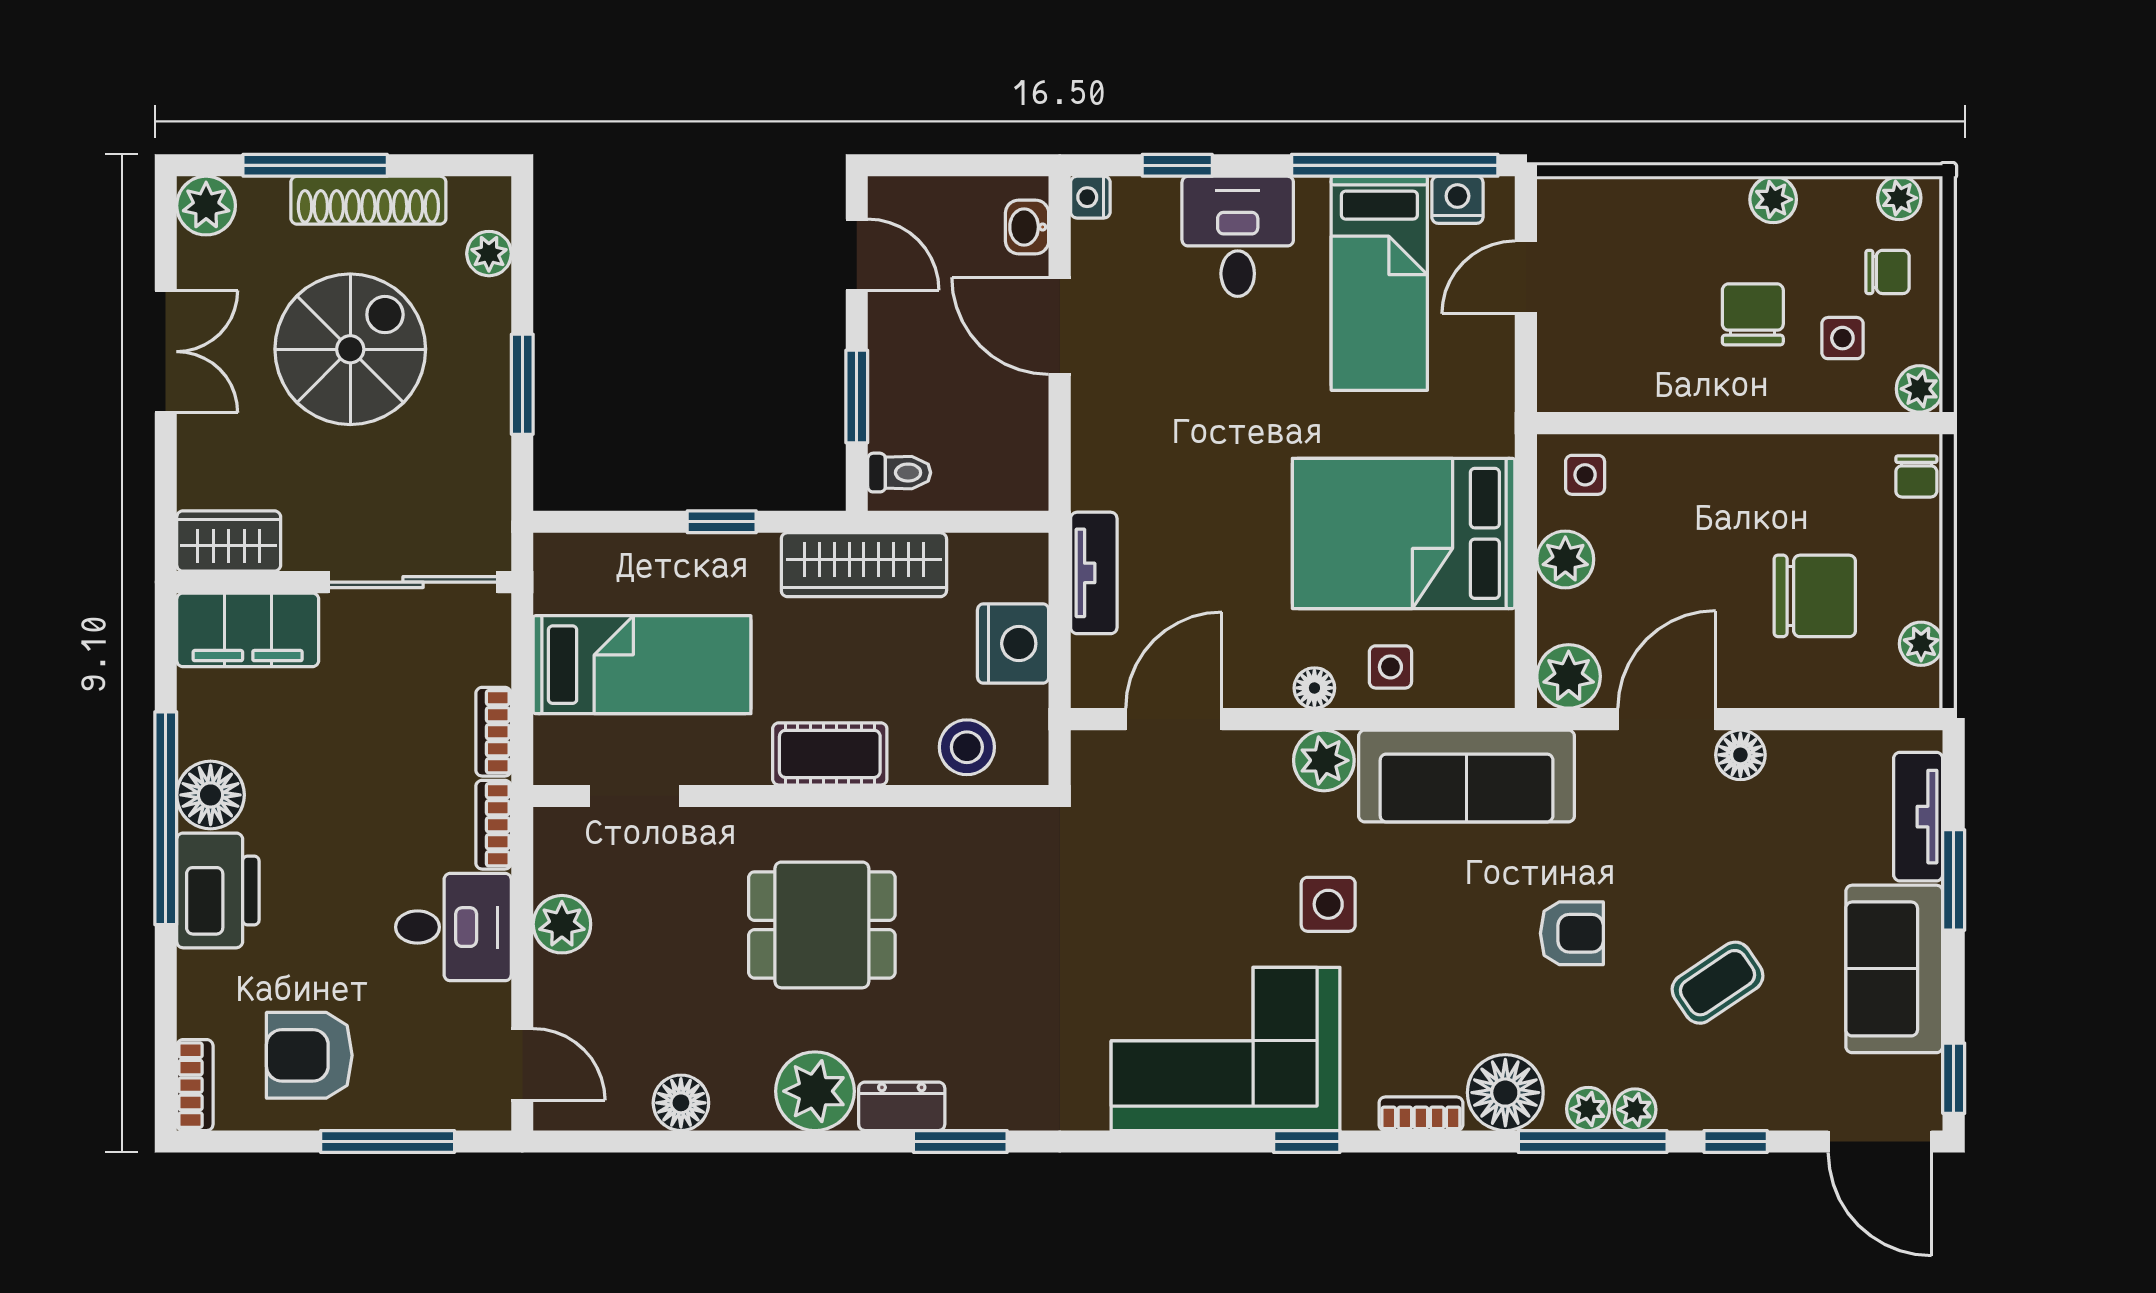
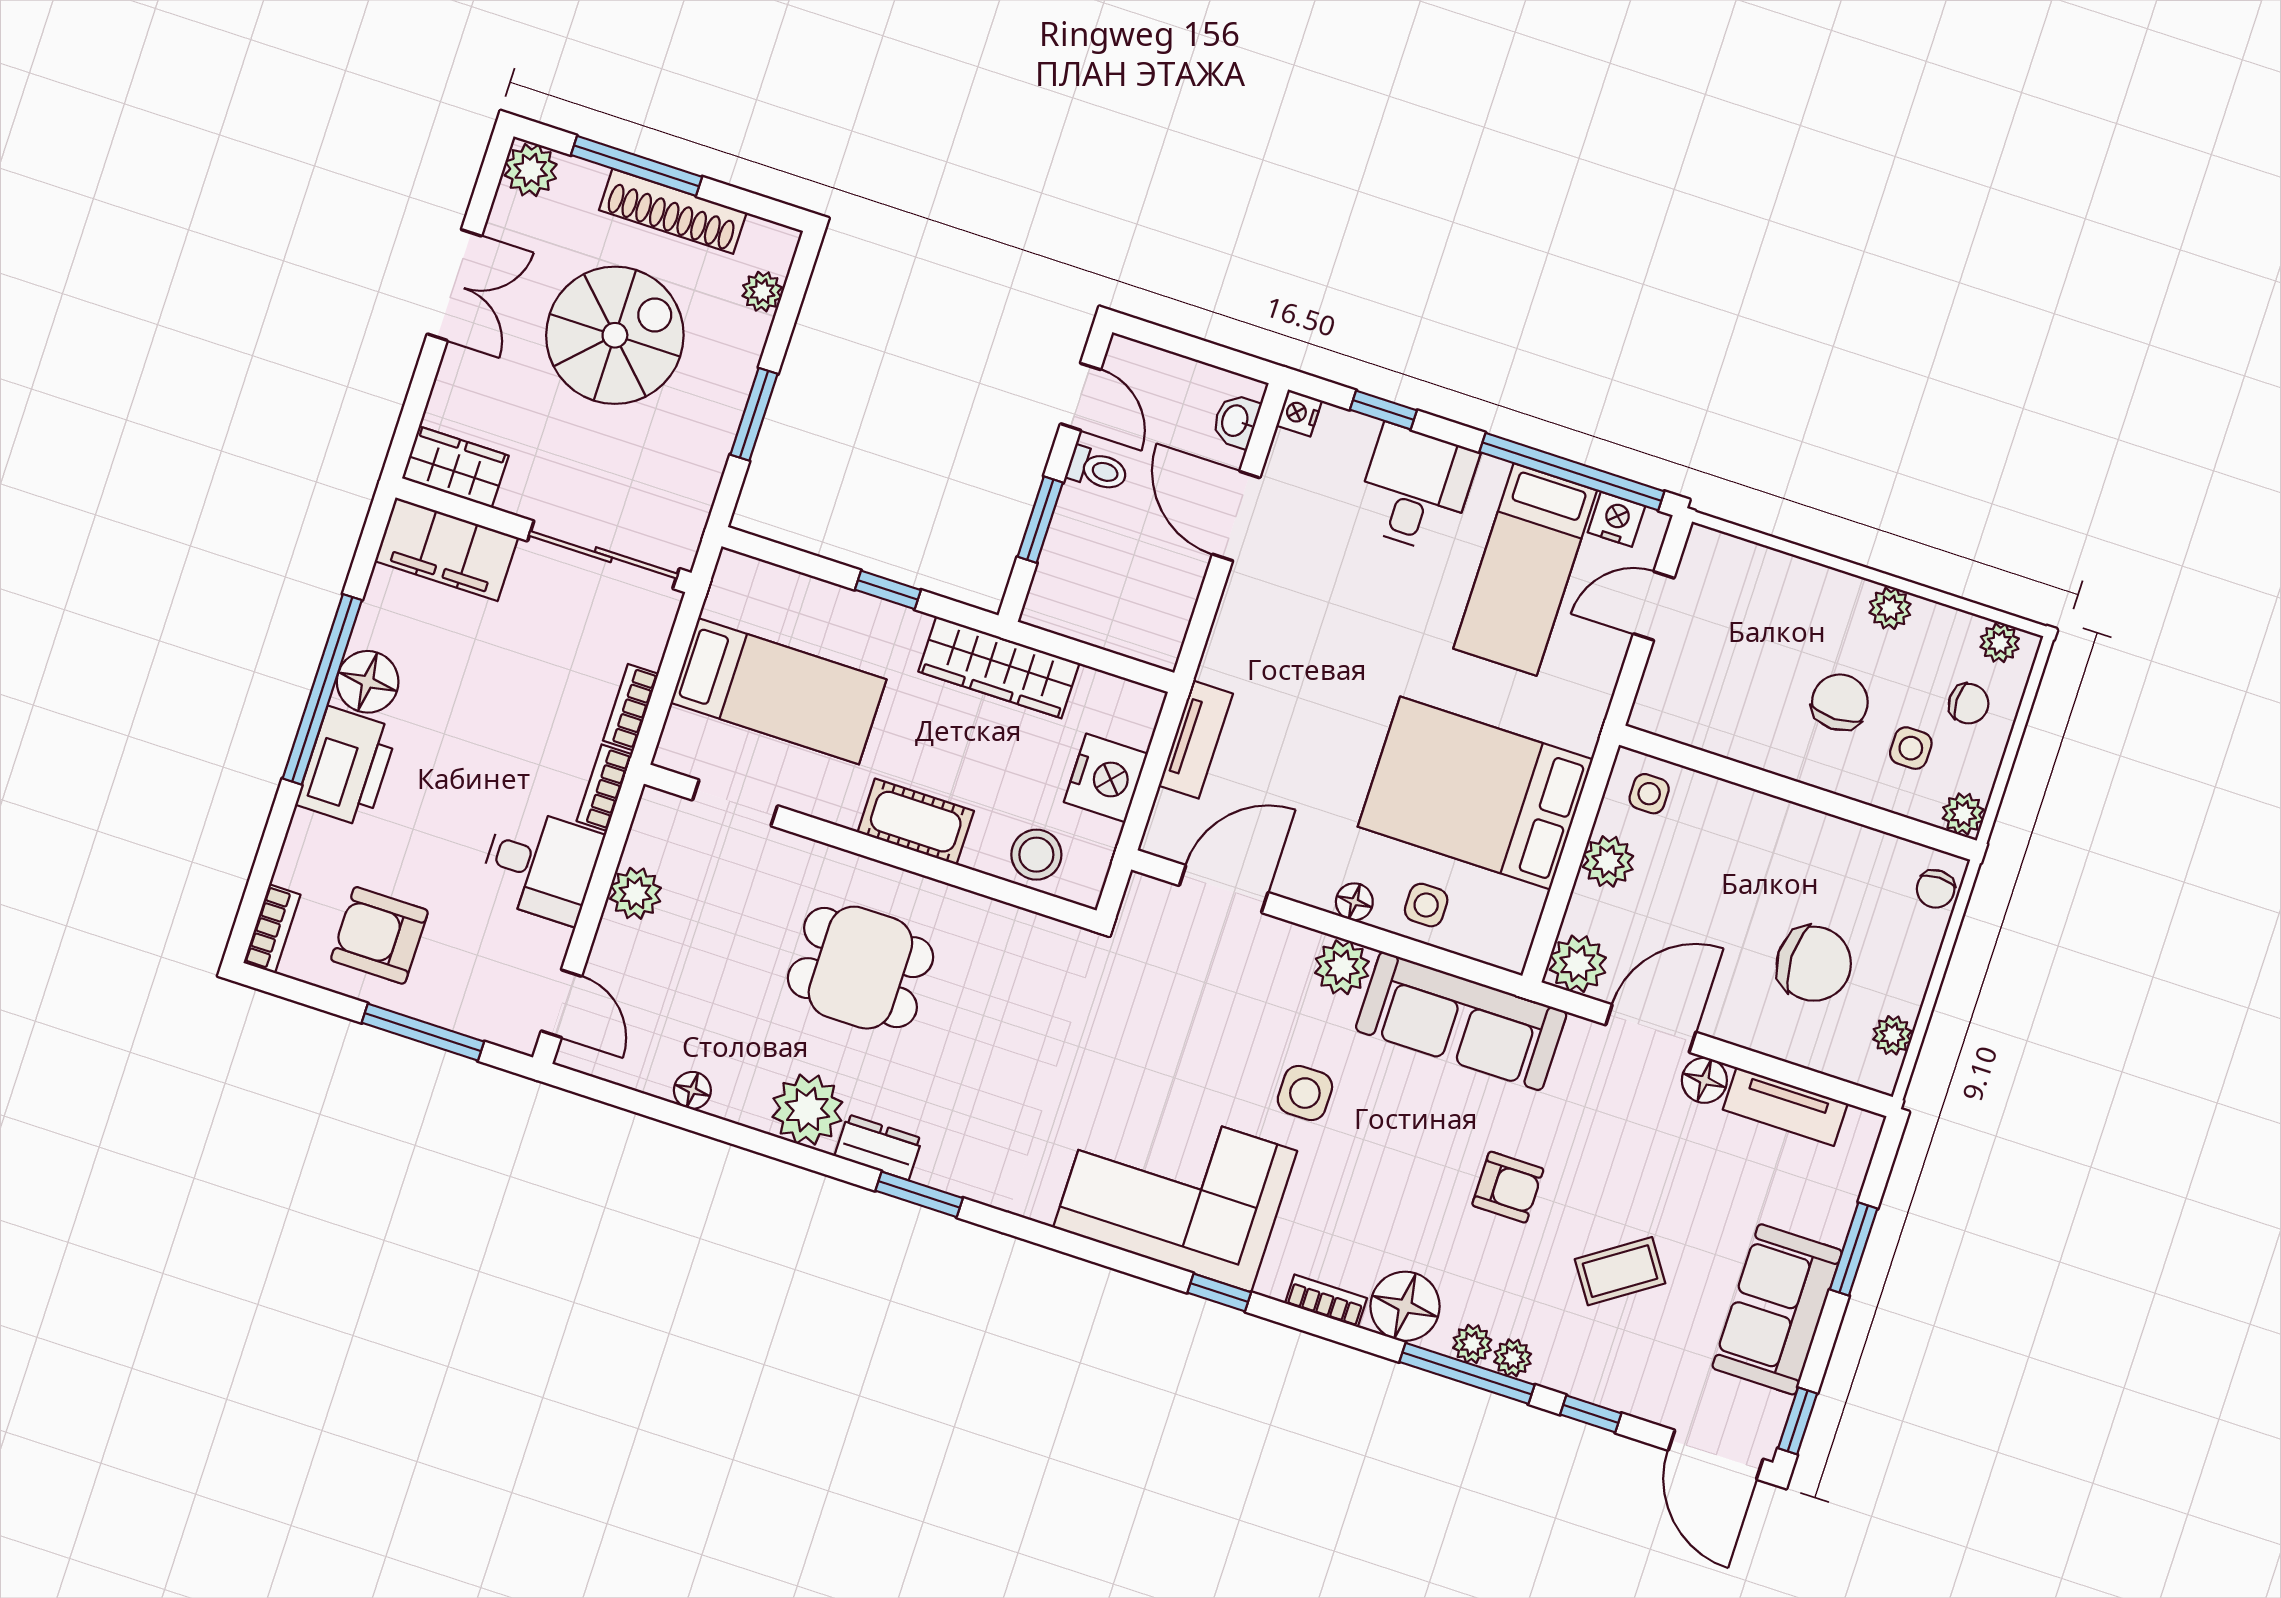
toilet: (899, 473) -> (1097, 469), moved
tv unit: (1918, 817) -> (1785, 1107), moved, turned -90
floor lamp: (681, 1103) -> (692, 1090), width x0.73, depth x0.73

